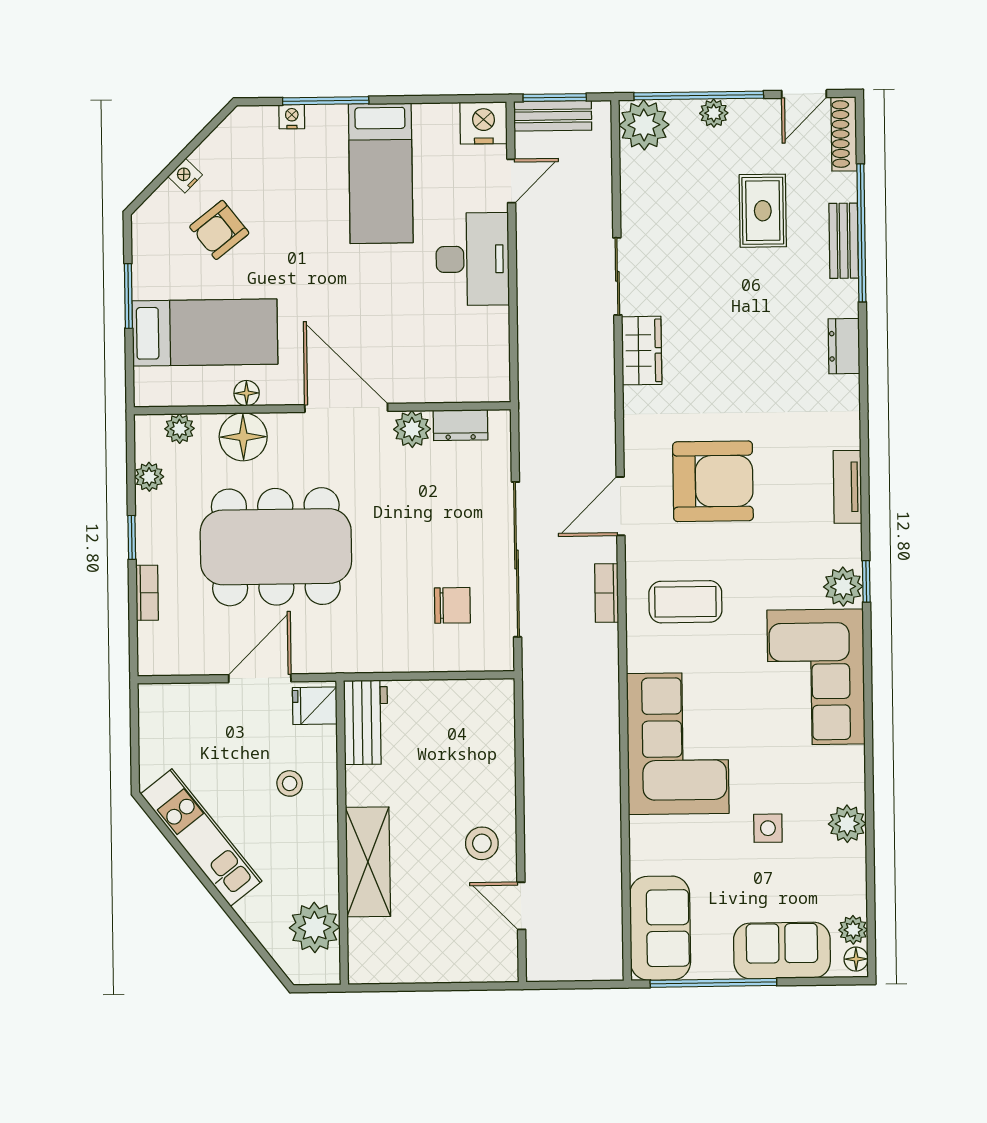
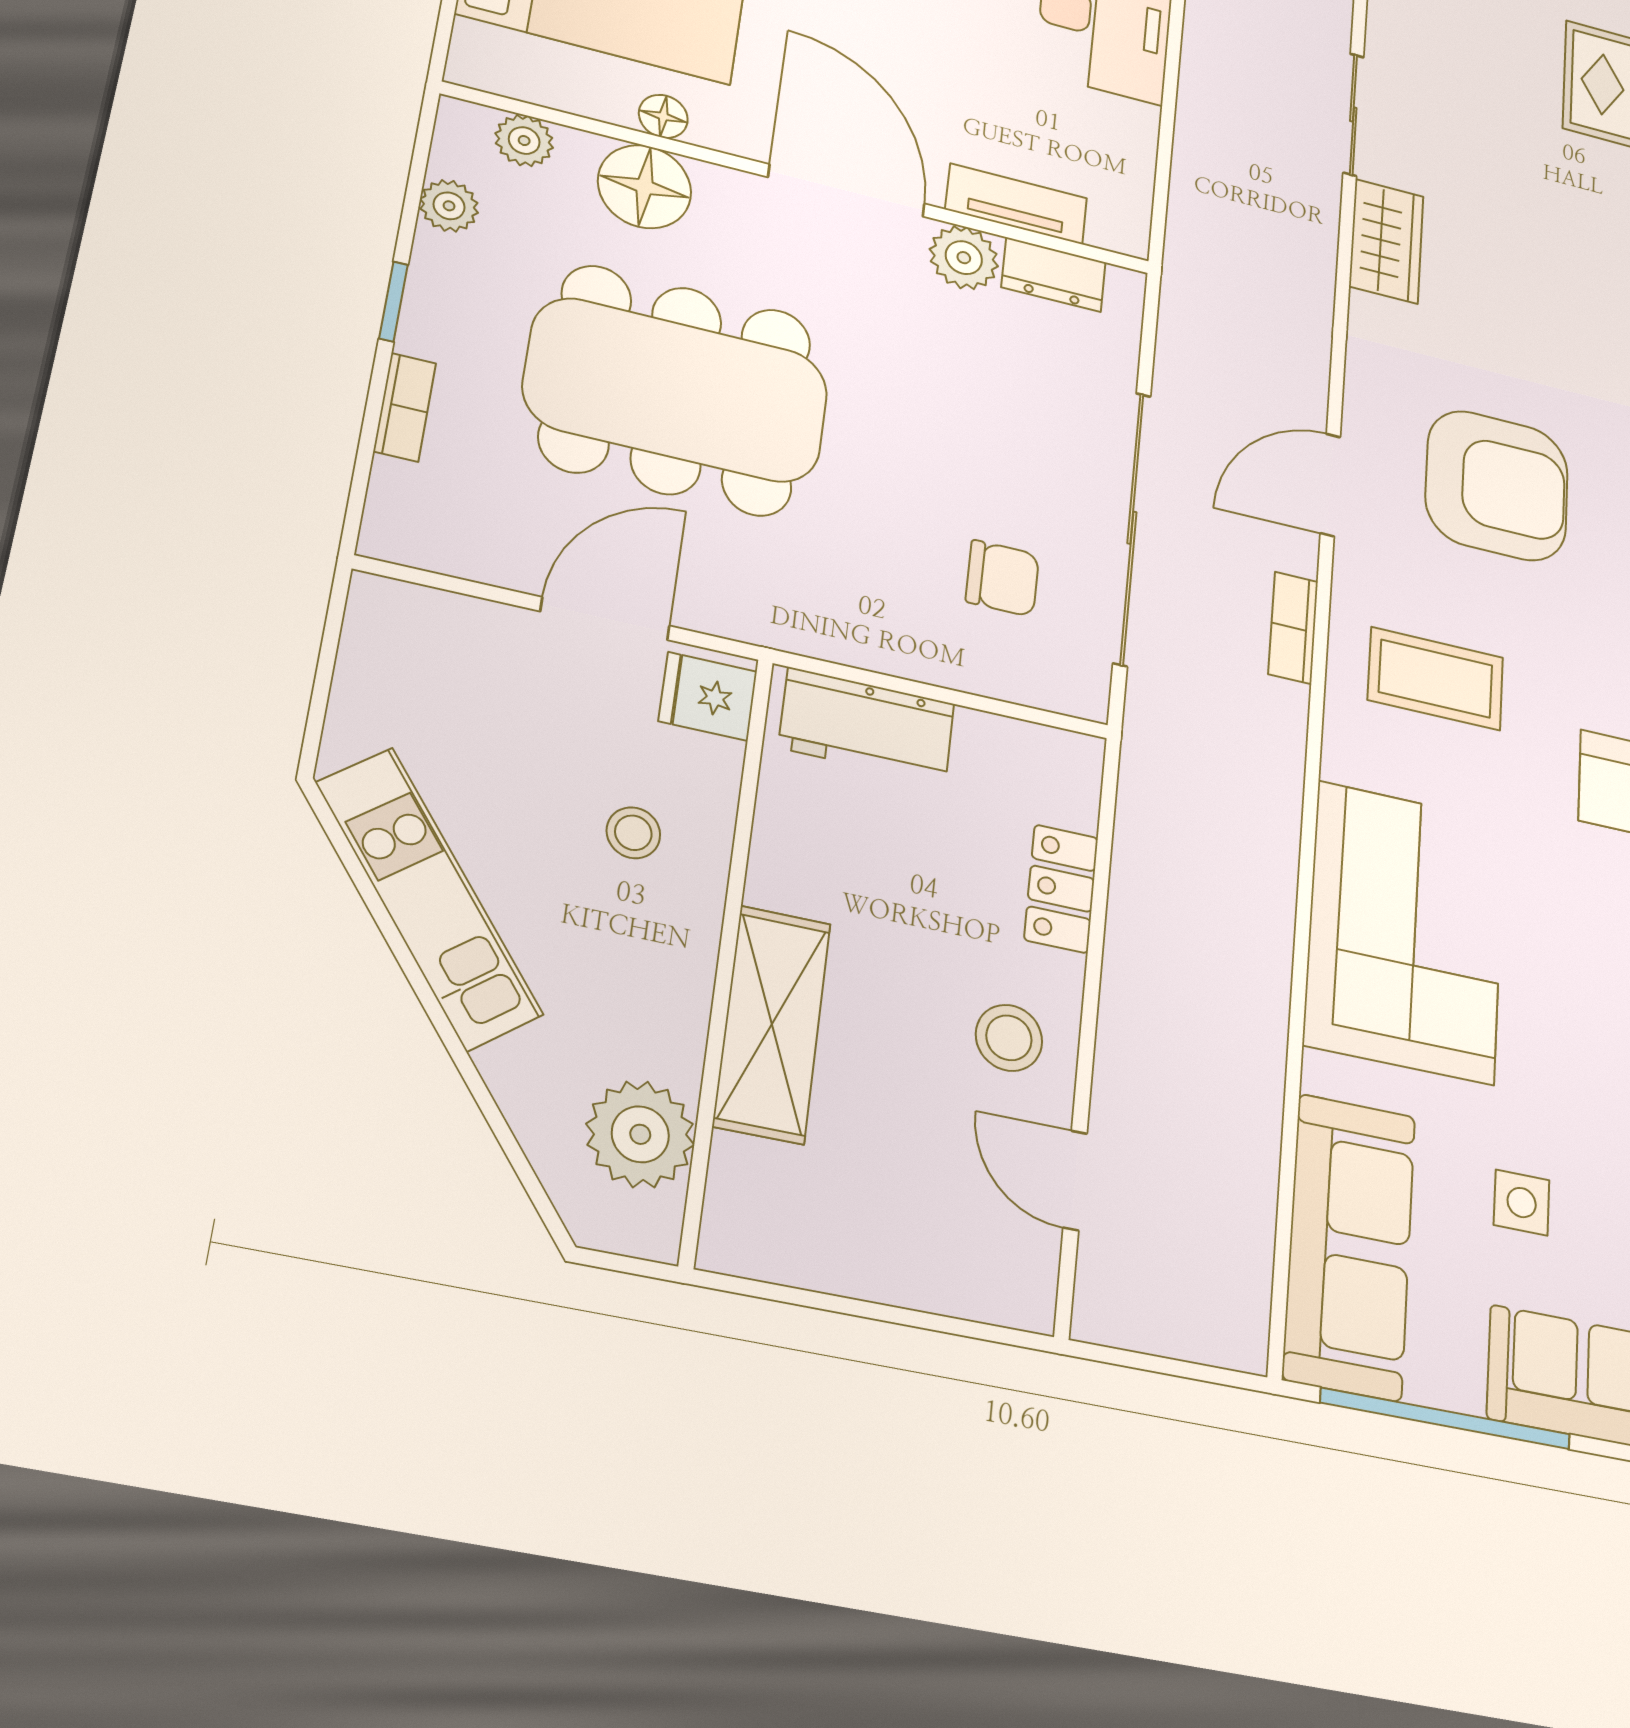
tv unit: (436, 389) -> (1016, 204), added
workbench: (366, 722) -> (867, 726), moved, turned 90
locker: (500, 762) -> (1061, 889), added
side table: (768, 828) -> (1522, 1203), moved
sofa: (660, 928) -> (1350, 1246), width x1.36

